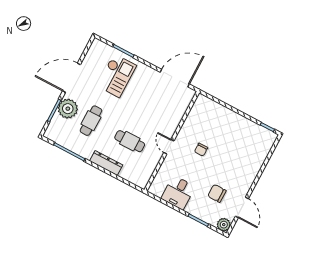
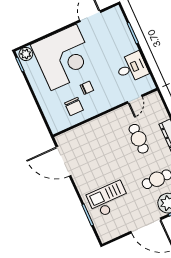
door: (169, 147) -> (135, 99), moved
corner desk: (237, 159) -> (64, 57), added
chair: (217, 193) -> (74, 107), moved
plant: (224, 225) -> (26, 54), moved

